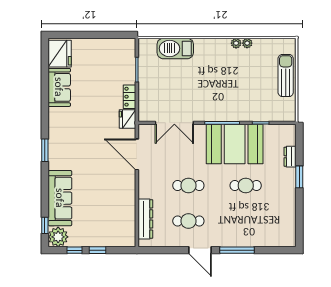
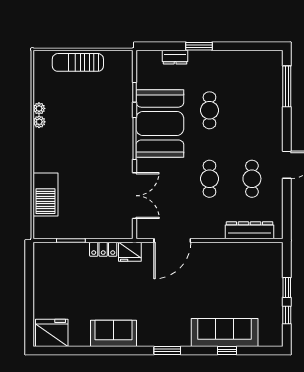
sofa: (59, 87) -> (114, 333), moved
window: (45, 225) -> (227, 351), moved
plant: (58, 237) -> (271, 335), removed
window: (237, 250) -> (287, 86), moved

